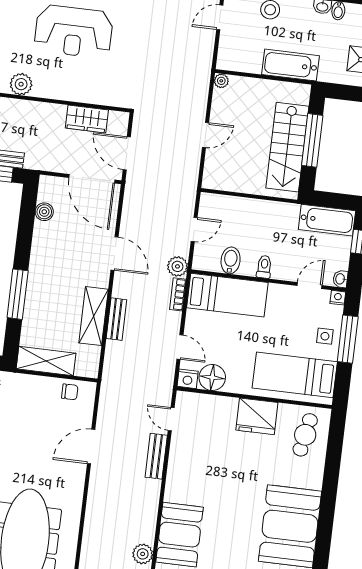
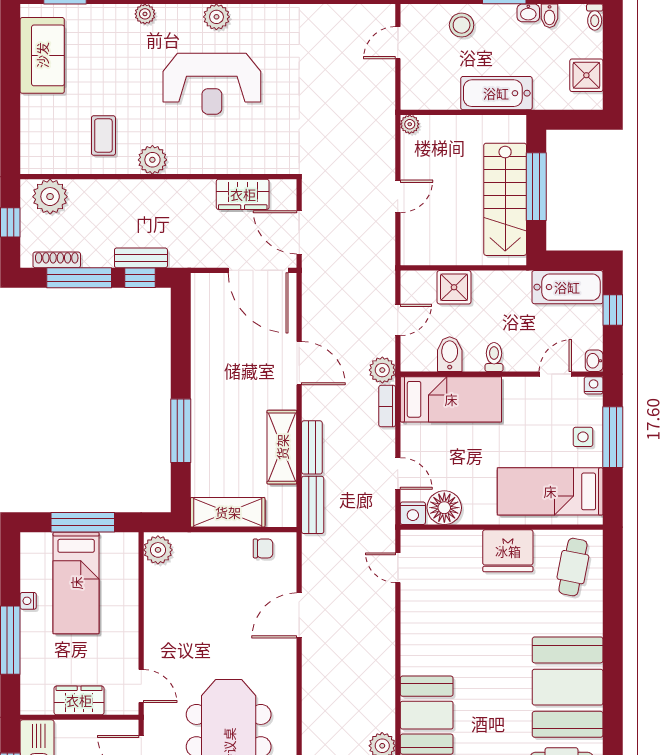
shower: (240, 210) -> (454, 287), added
boiler: (44, 212) -> (202, 320), removed
bench: (156, 456) -> (313, 505), moved

